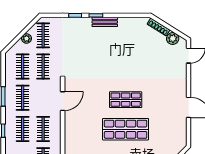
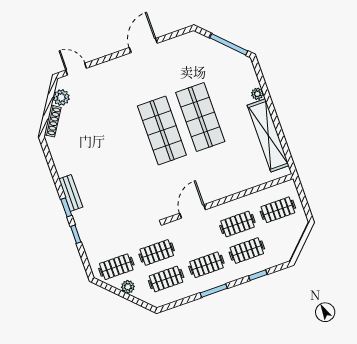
shop shelf: (126, 100) -> (162, 131), width x1.43, depth x1.36
door: (63, 101) -> (193, 211), hinge flipped

